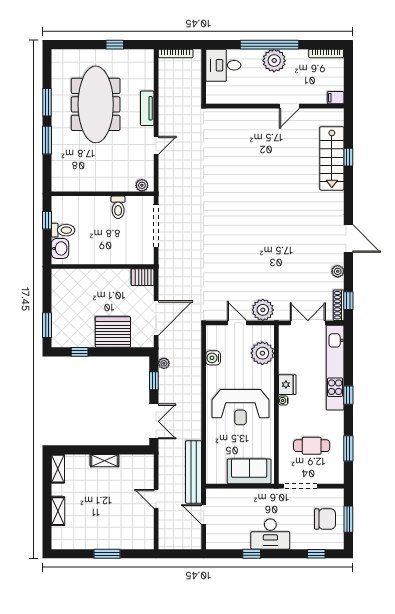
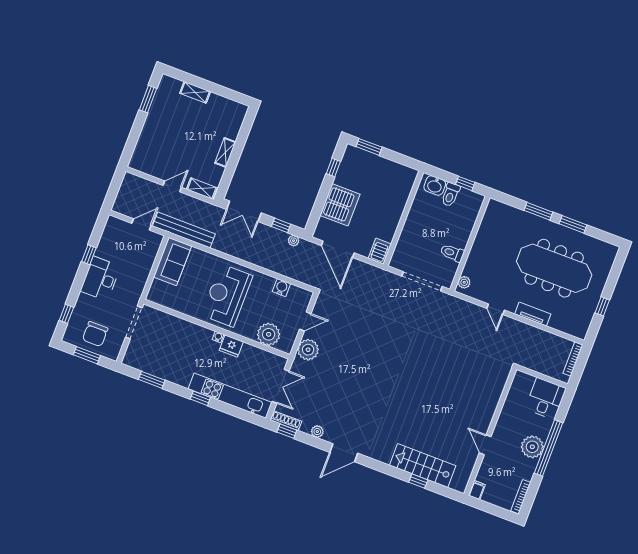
cafe table: (312, 446) -> (167, 347), removed
shelving: (58, 469) -> (202, 188), moved
sofa: (249, 471) -> (172, 262), moved
window: (107, 554) -> (148, 99), moved

